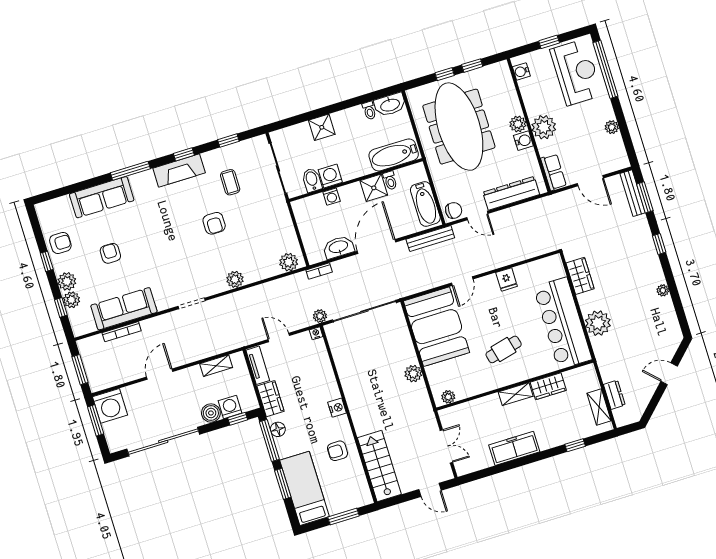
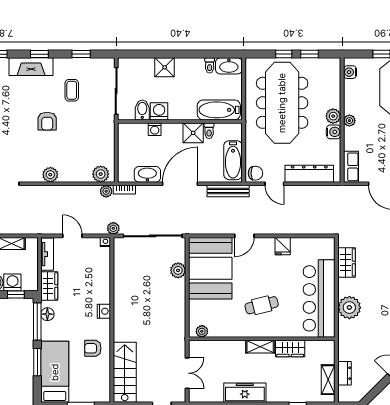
plant: (544, 127) -> (349, 121), width x0.53, depth x0.53
plant: (300, 279) -> (106, 191), added
plant: (413, 374) -> (178, 270), moved

